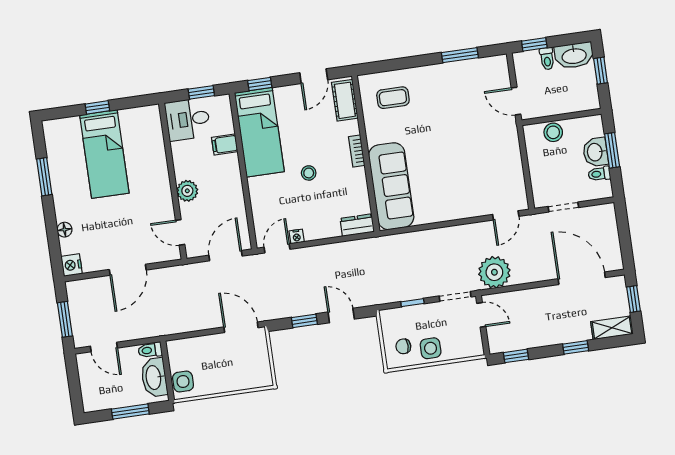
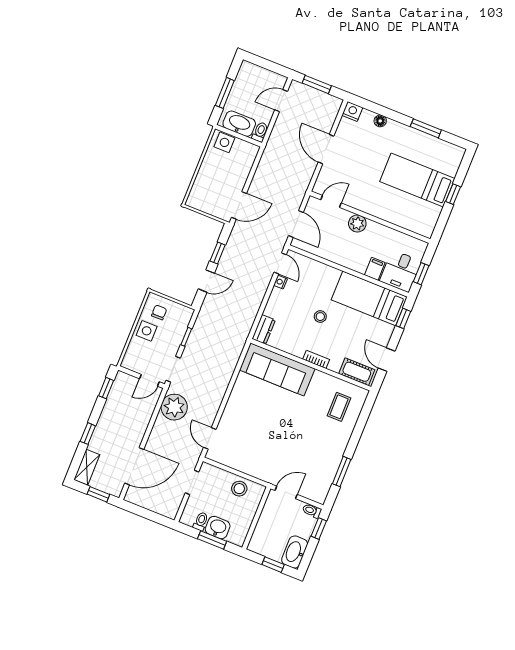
toilet: (547, 59) -> (312, 511), moved
desk: (188, 119) -> (400, 271), moved, turned 180
stool: (553, 132) -> (239, 489), moved

